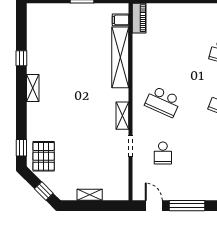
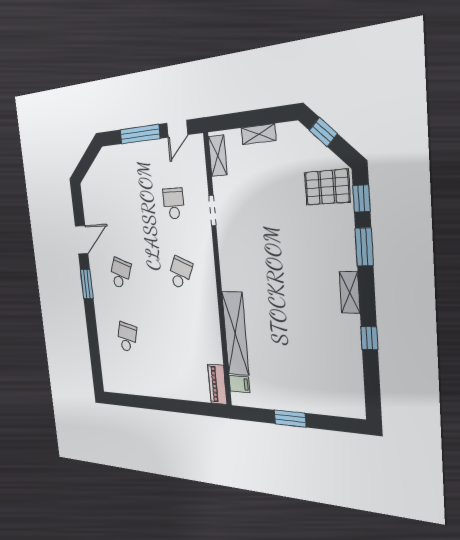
school desk: (163, 102) -> (180, 273), width x0.54
shelving: (122, 116) -> (218, 156), moved
window: (21, 117) -> (364, 247), added
pallet: (44, 156) -> (327, 187), turned 90
door: (154, 206) -> (177, 129), hinge flipped

